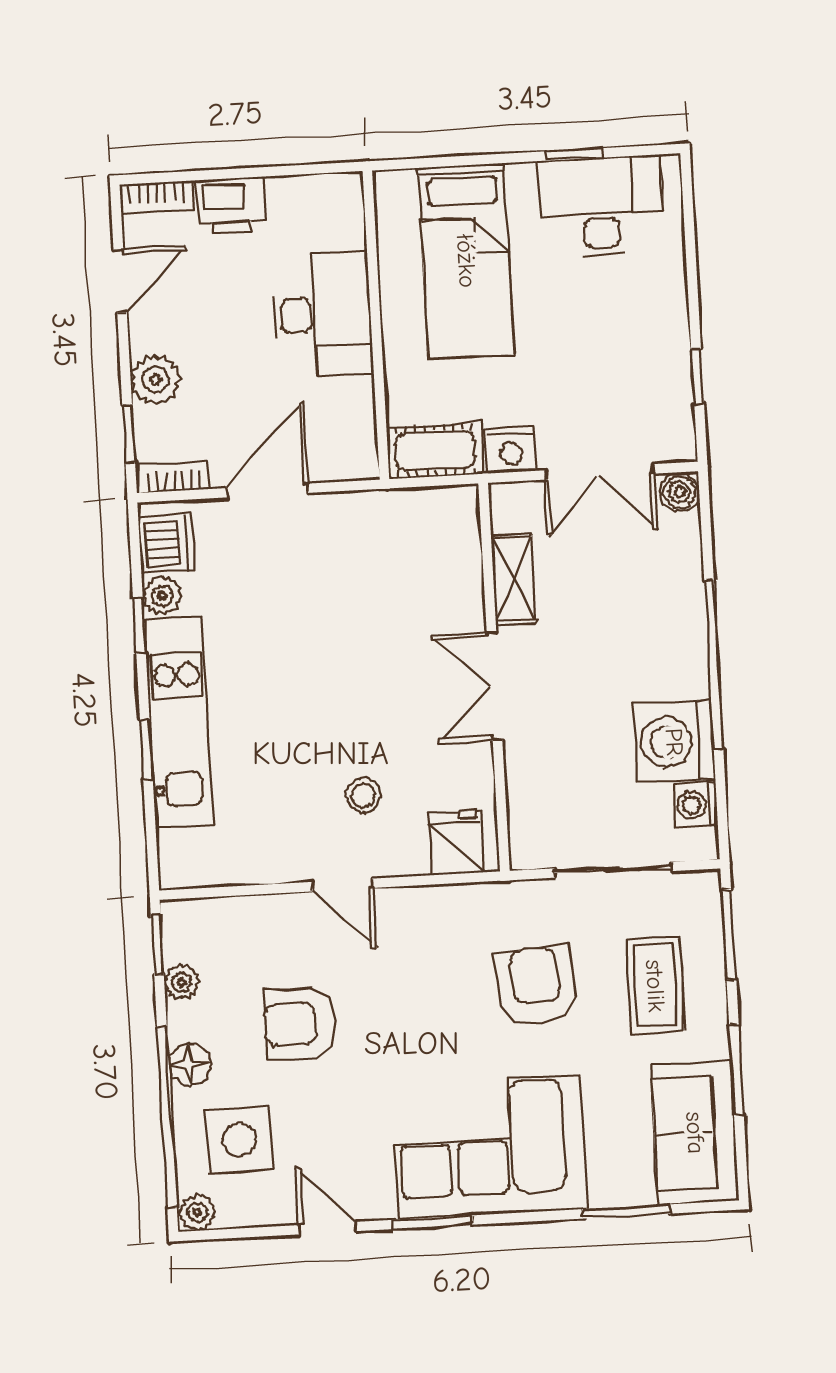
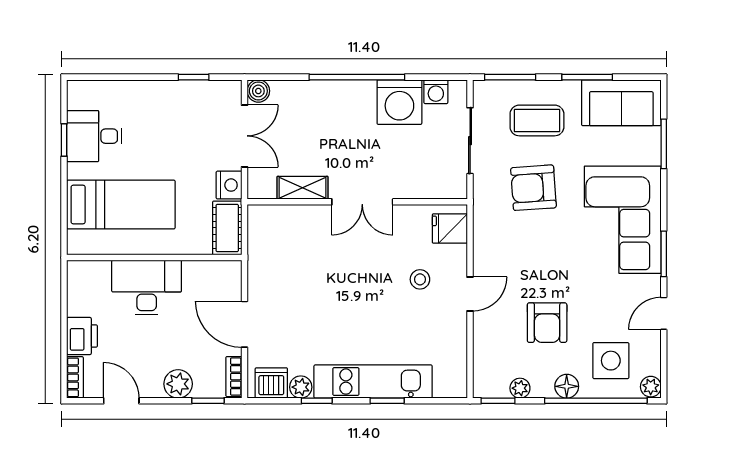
desk: (601, 206) -> (94, 136), width x0.73

